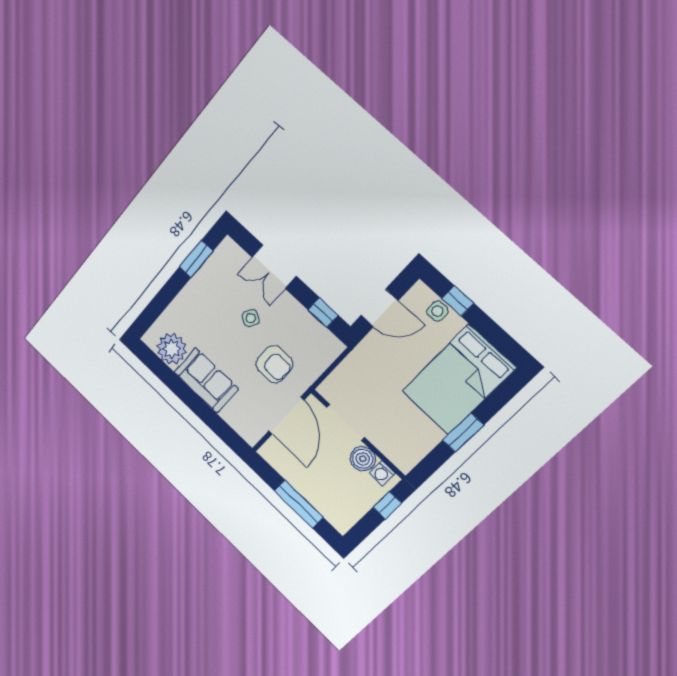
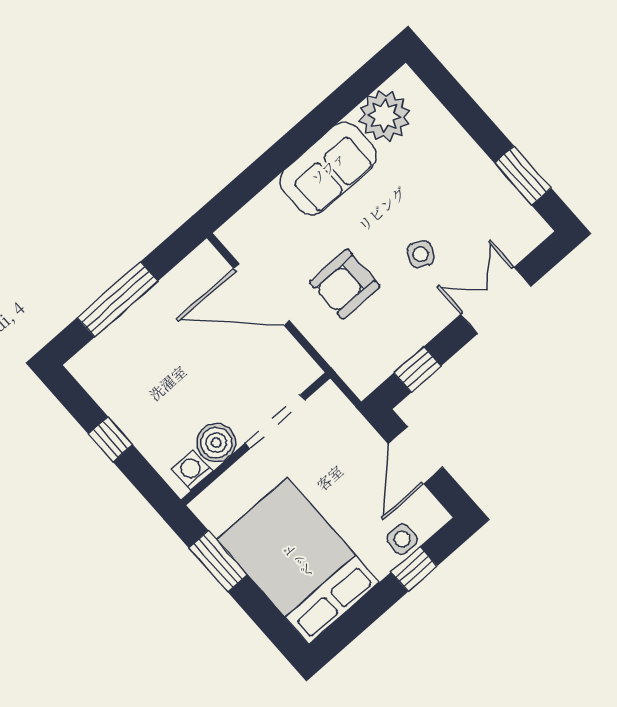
doorway: (346, 422) -> (275, 422), moved
wall: (358, 434) -> (256, 439), moved
boiler: (363, 459) -> (216, 443), moved
washing machine: (382, 473) -> (192, 470), moved

